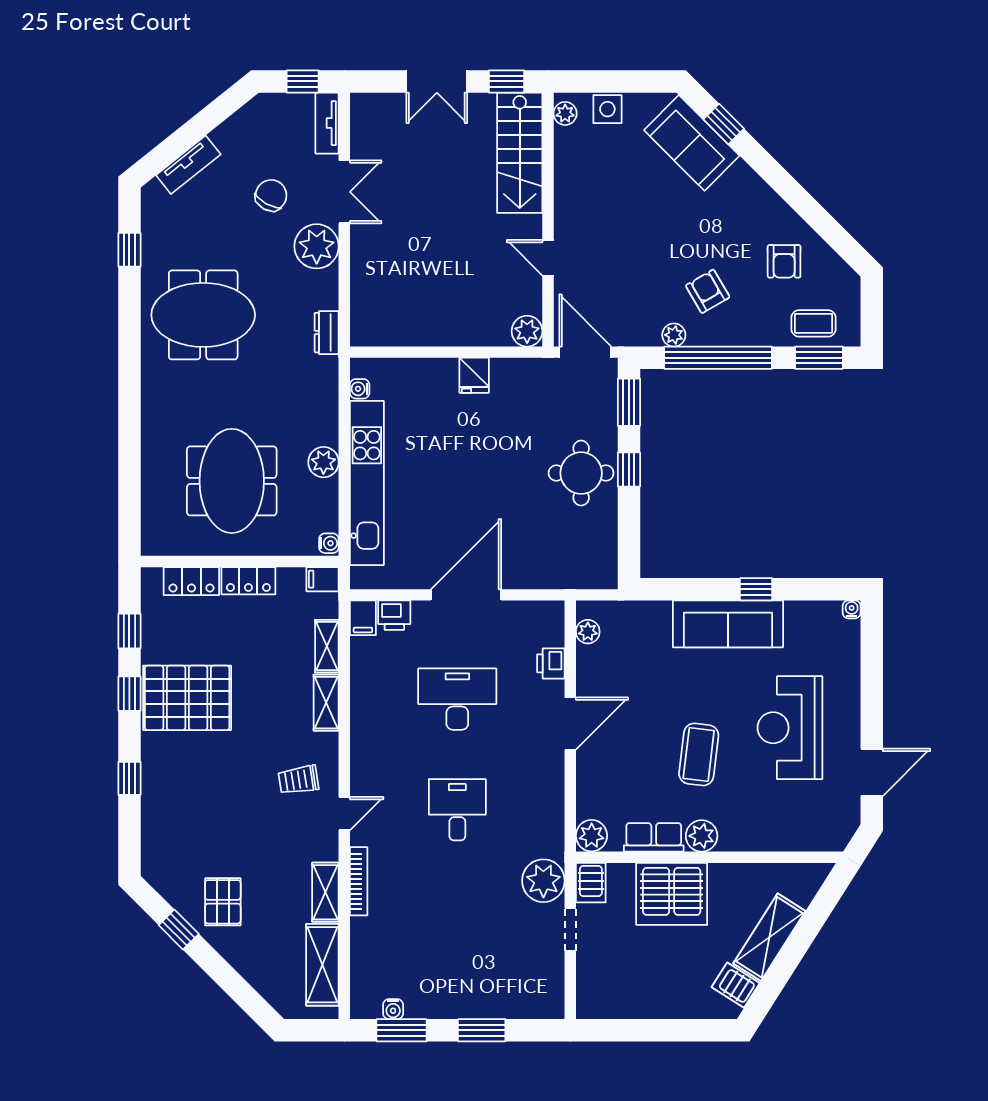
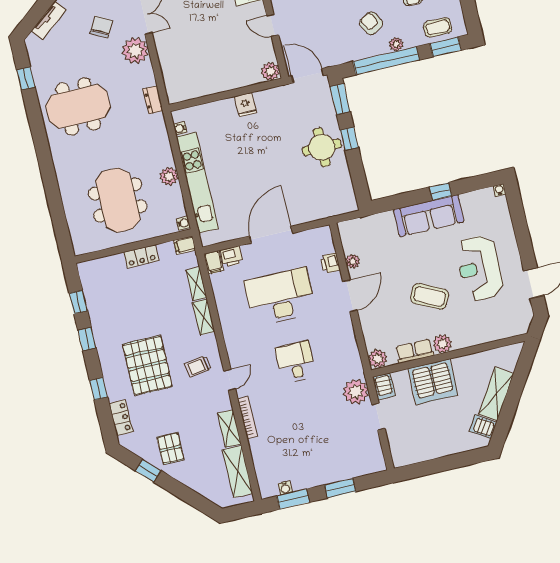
plant: (674, 335) -> (396, 44), moved
locker: (191, 581) -> (121, 418), moved, turned -90
plant: (588, 632) -> (353, 261), moved
pallet: (187, 698) -> (147, 365), moved, turned 90
desk: (457, 699) -> (280, 297), width x1.36, depth x1.30
coffee table: (699, 754) -> (430, 296), turned -71

